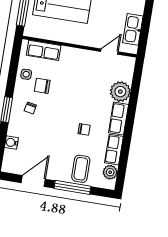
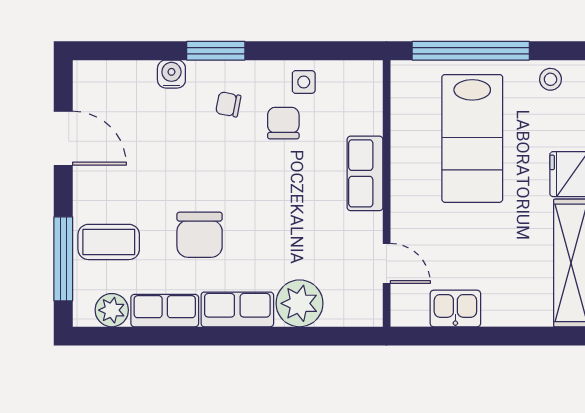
kitchen sink: (133, 29) -> (455, 308), width x0.73
row of seats: (44, 50) -> (365, 173), moved
chair: (84, 129) -> (200, 235), width x1.87, depth x1.87
water cooler: (11, 143) -> (171, 74), moved
window: (72, 187) -> (63, 259), moved

